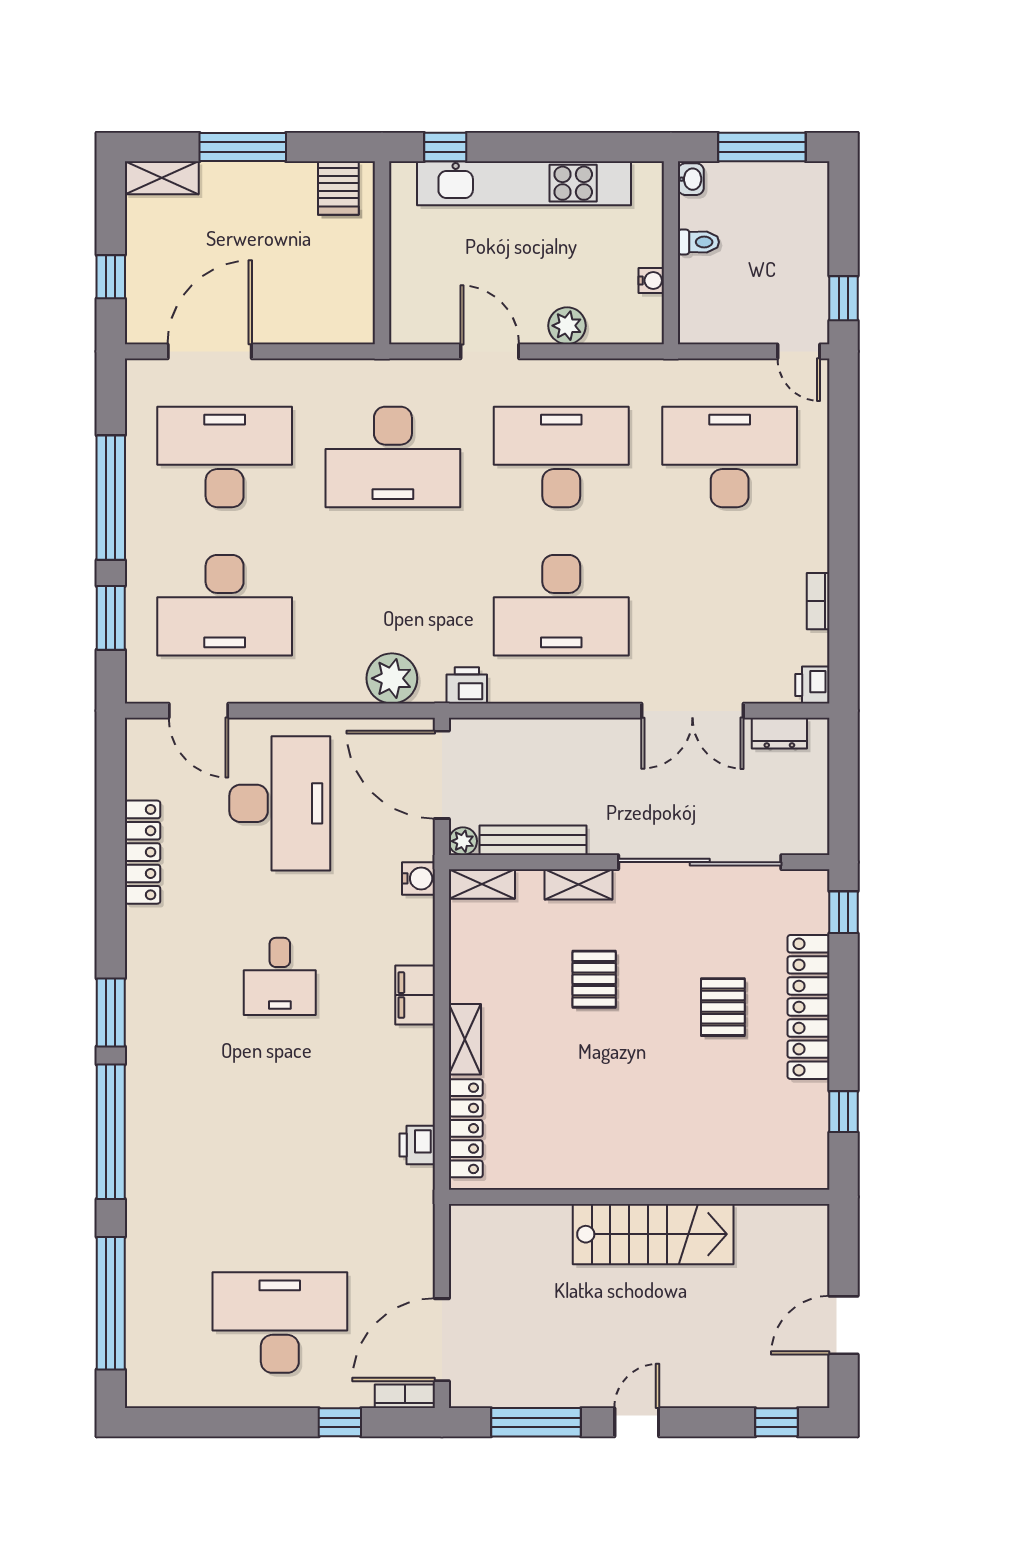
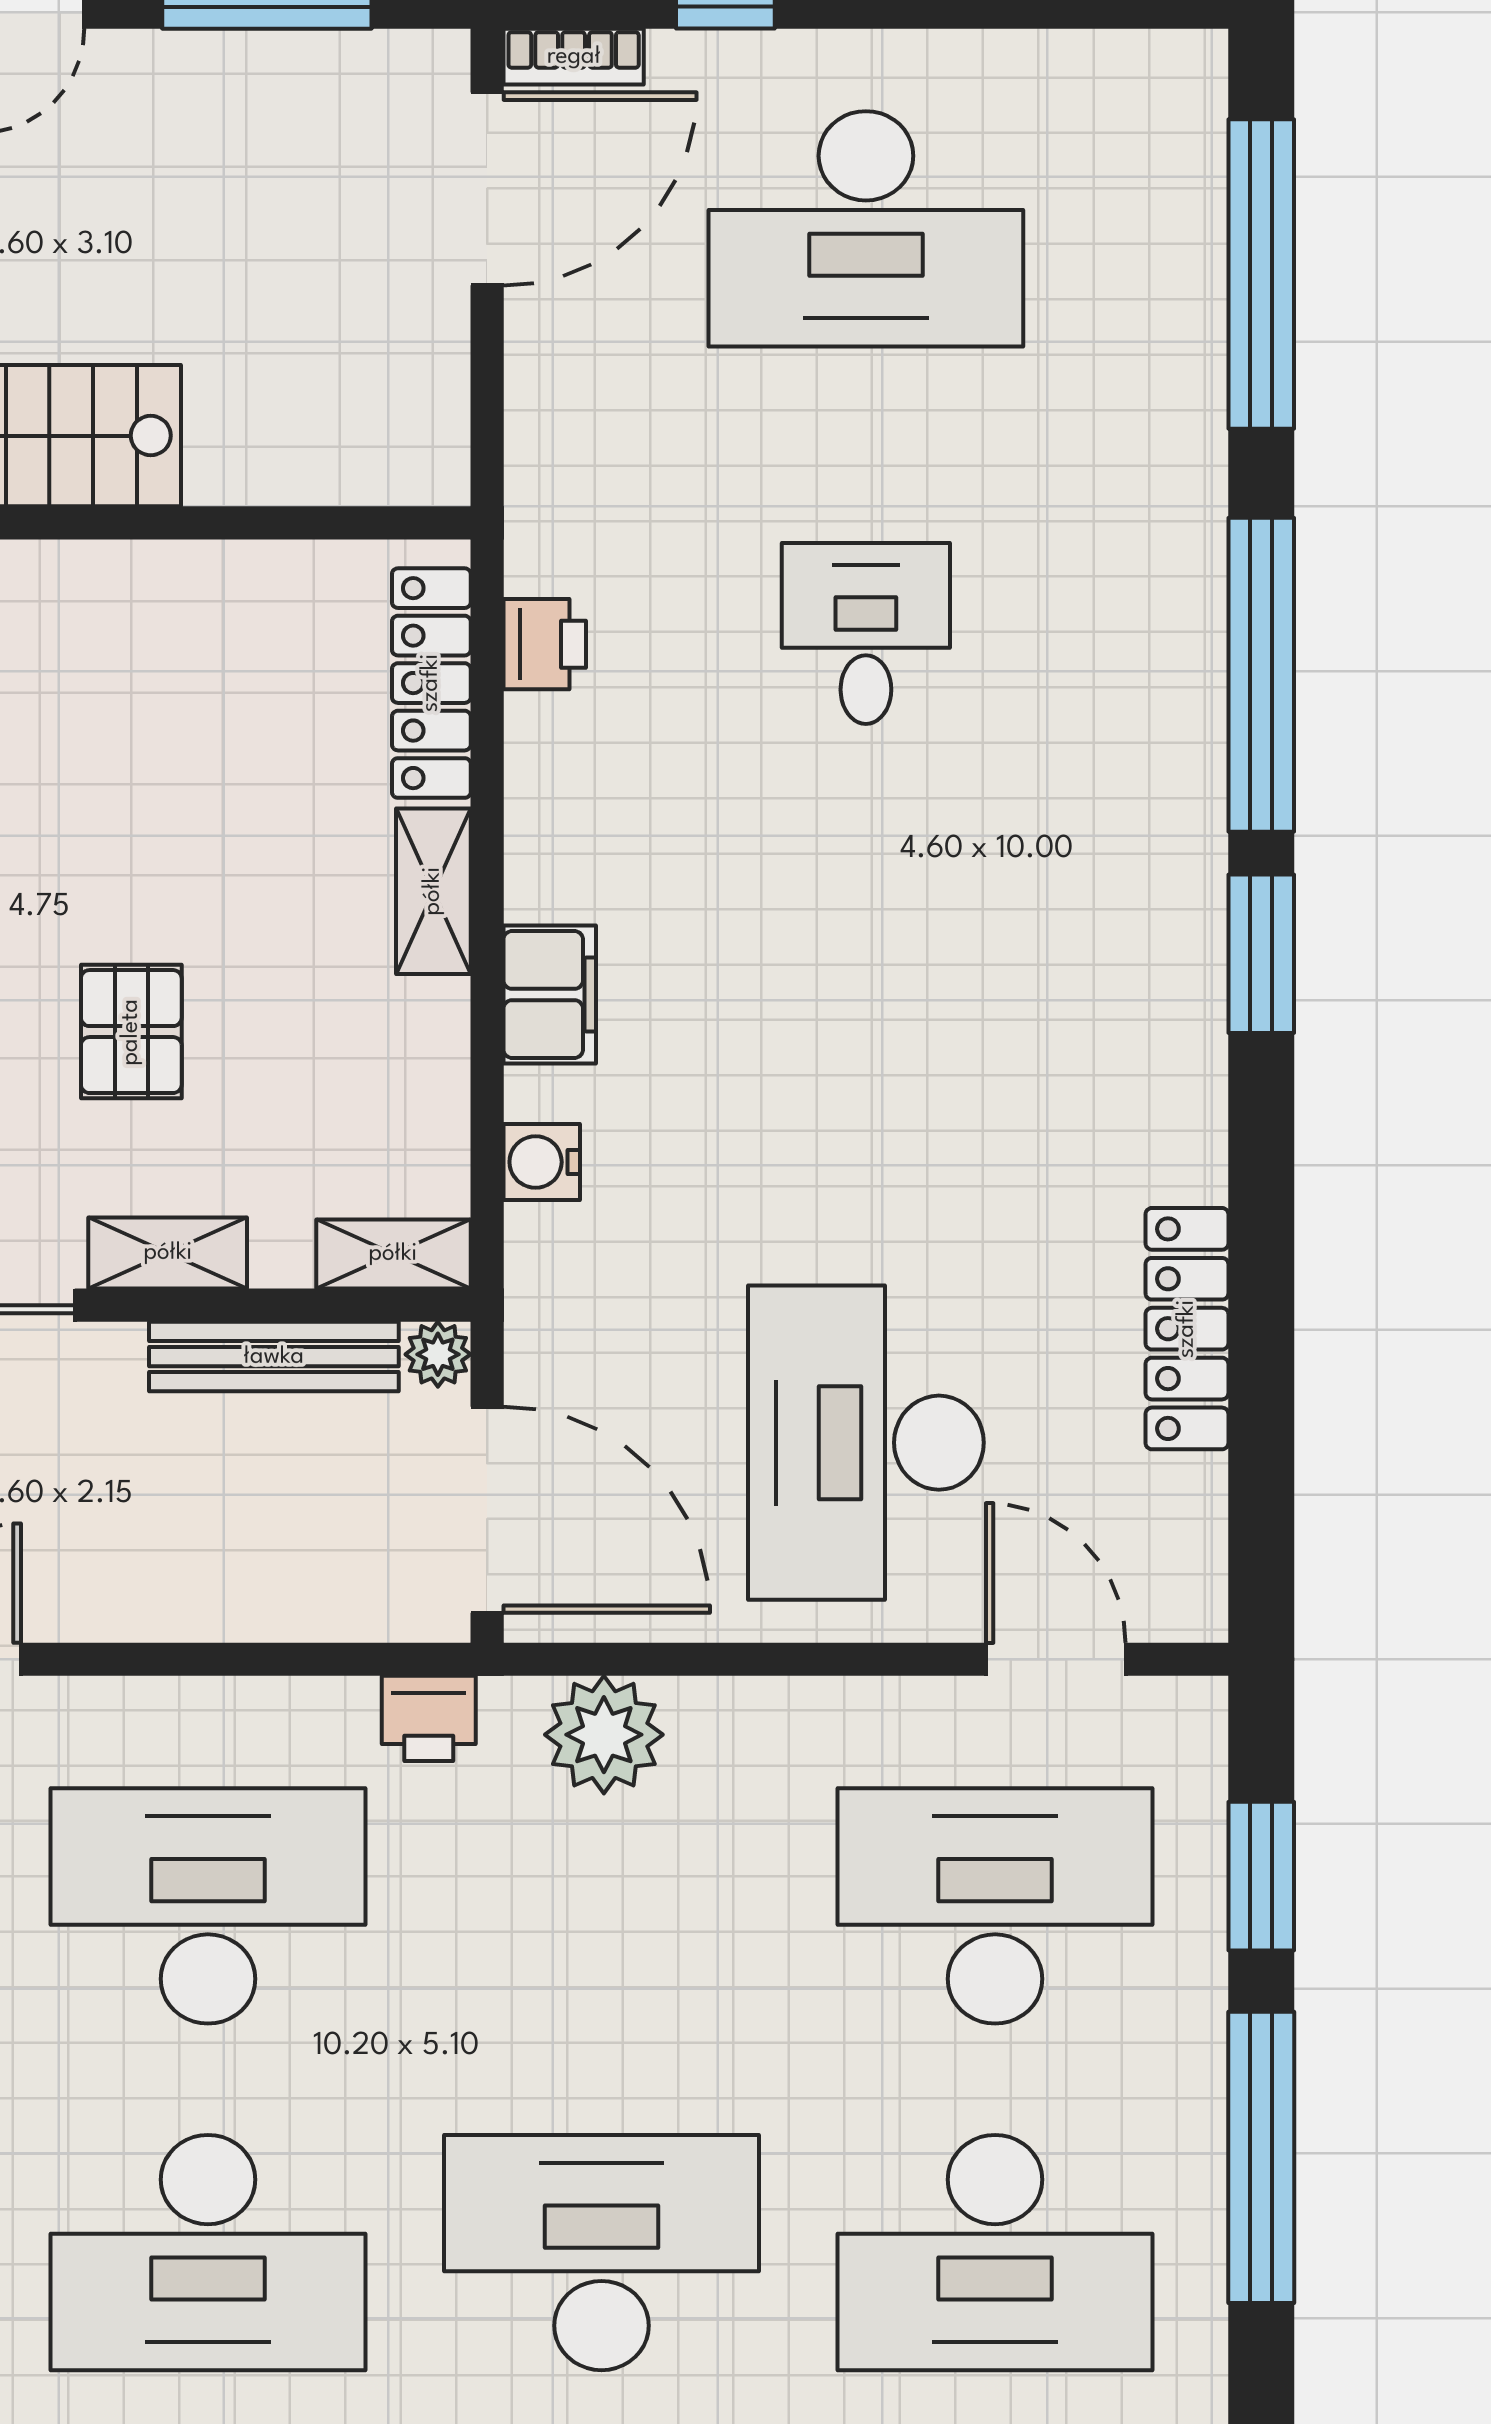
water cooler: (419, 878) -> (542, 1162), moved
desk: (280, 976) -> (866, 633), moved

